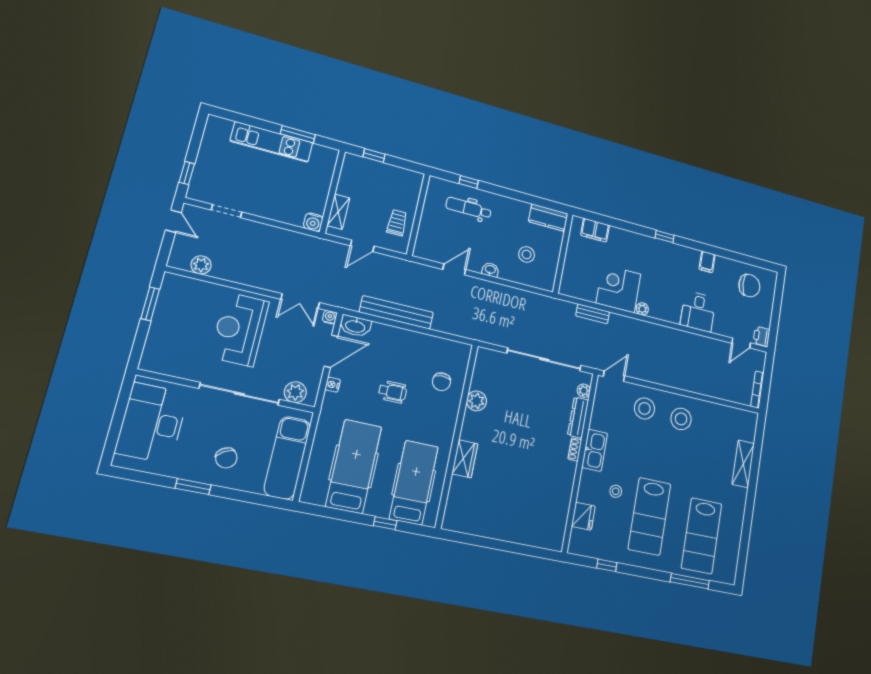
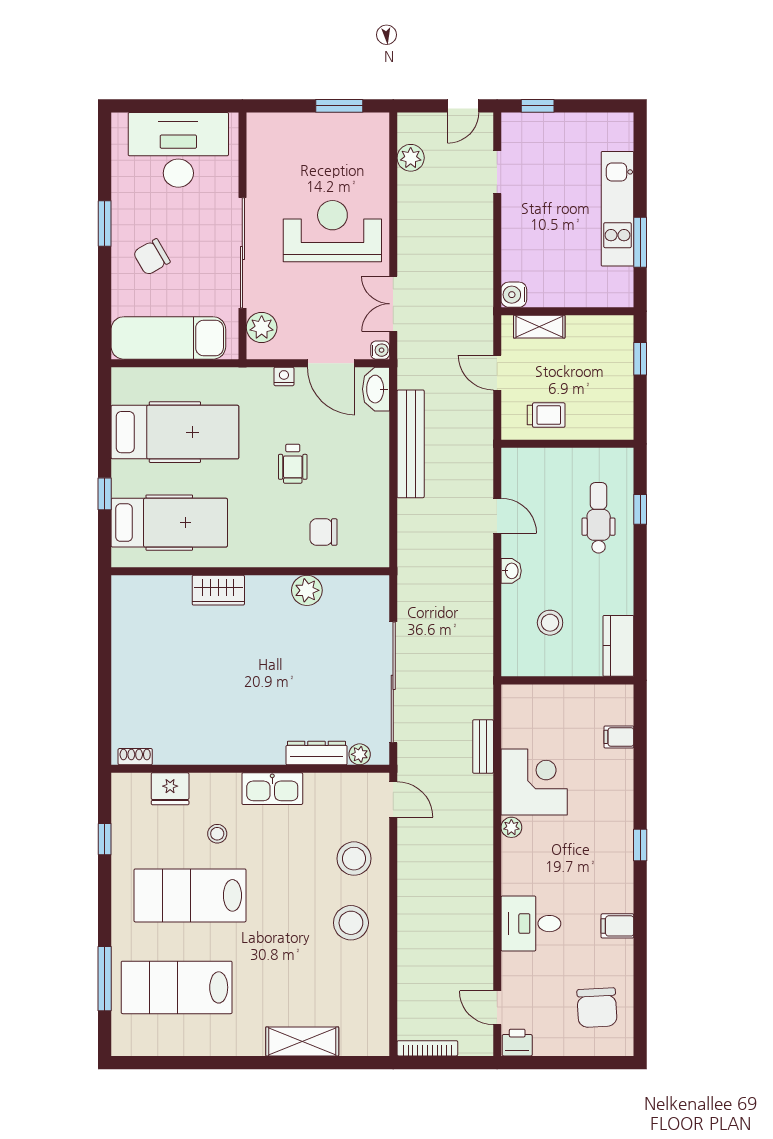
filing cabinet: (595, 230) -> (619, 737), width x0.50
shoe rack: (575, 449) -> (135, 757), moved

